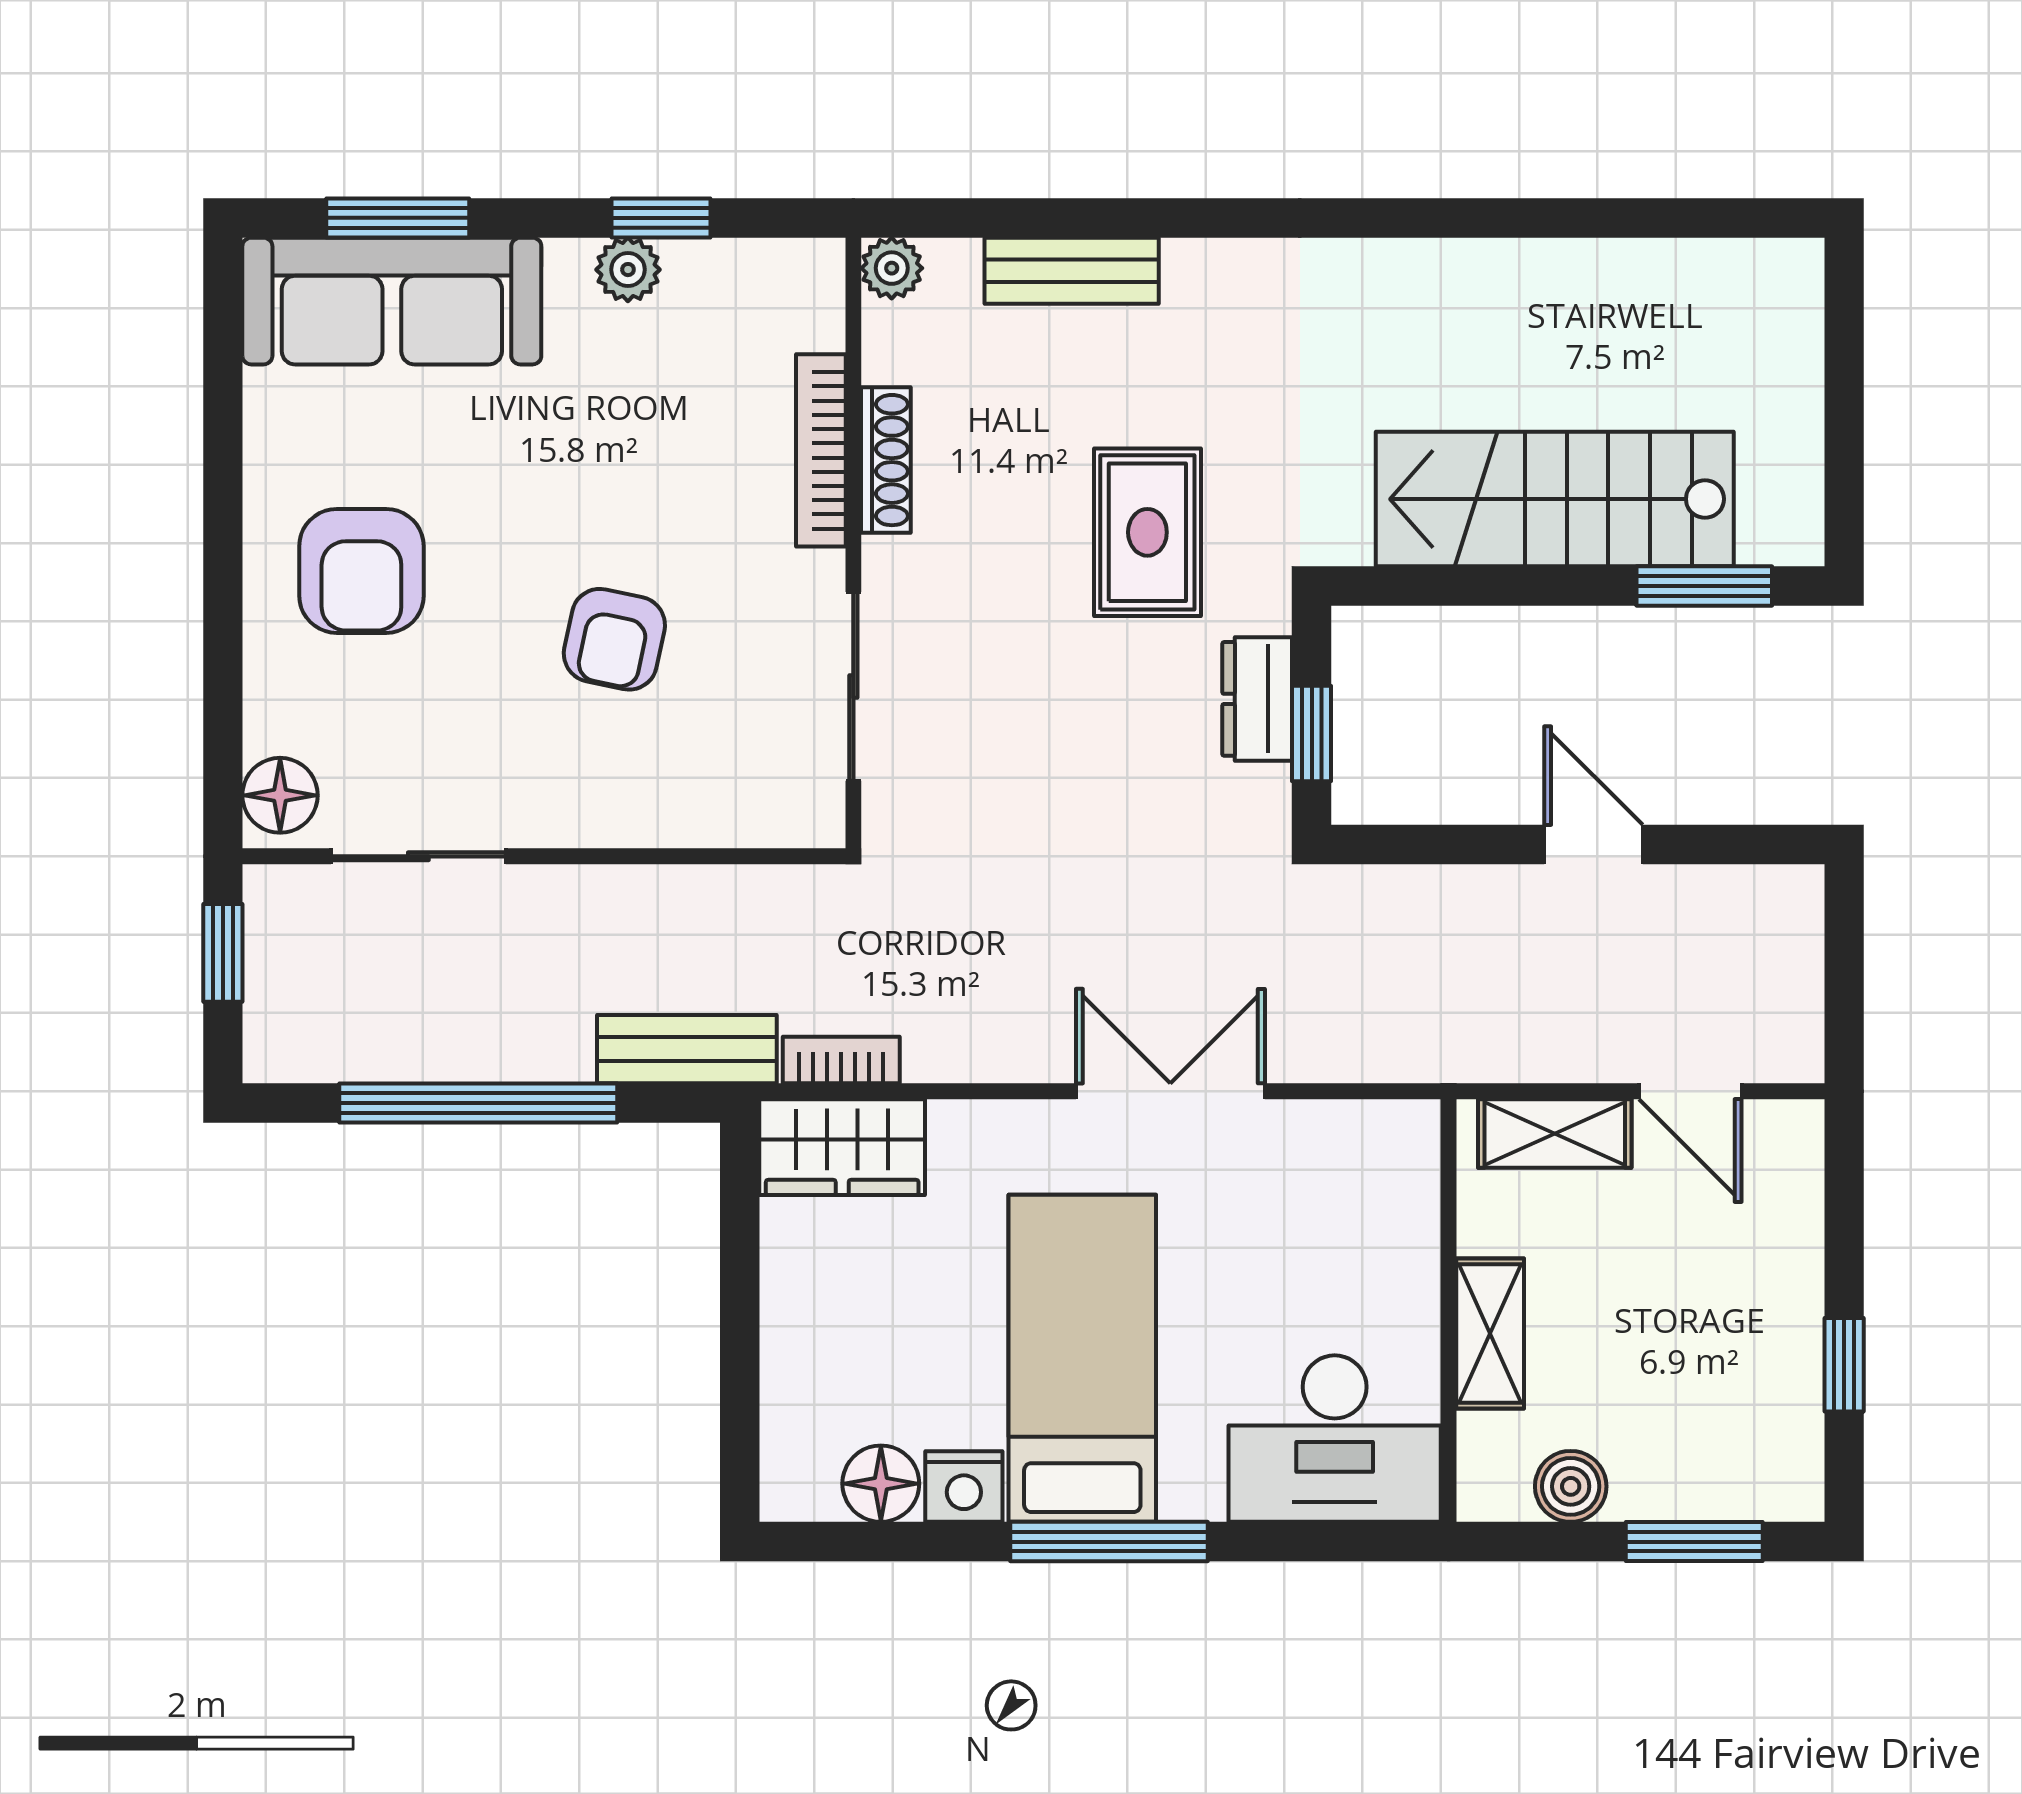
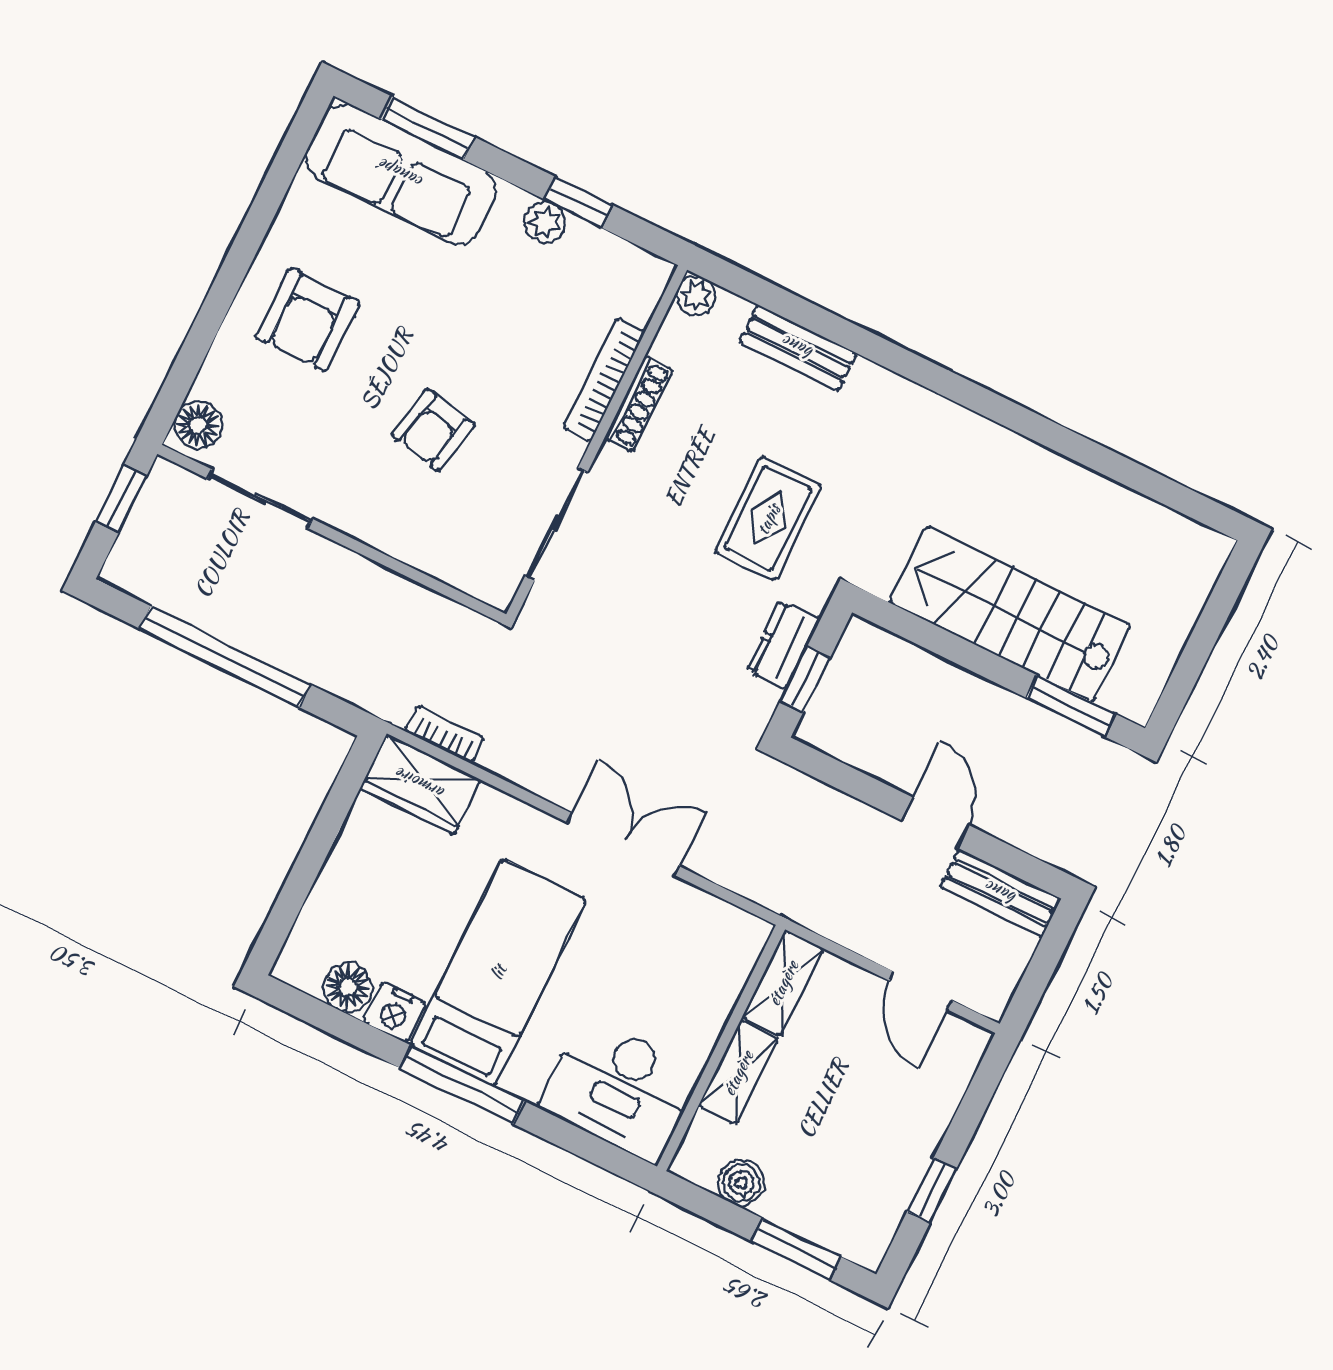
bench: (687, 1049) -> (1001, 893), moved
shelving: (1555, 1134) -> (783, 983), moved, turned 90

